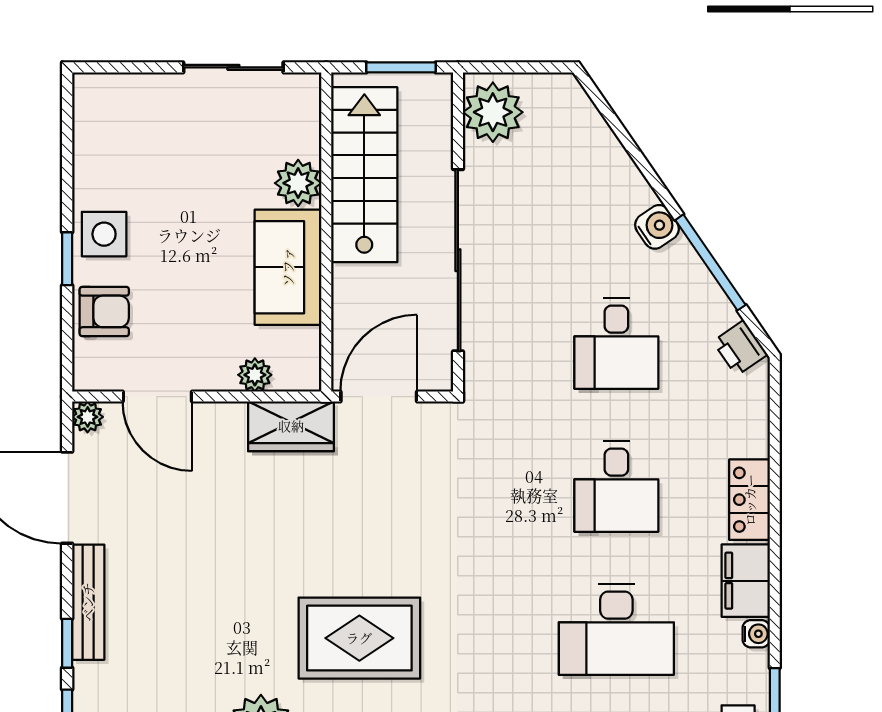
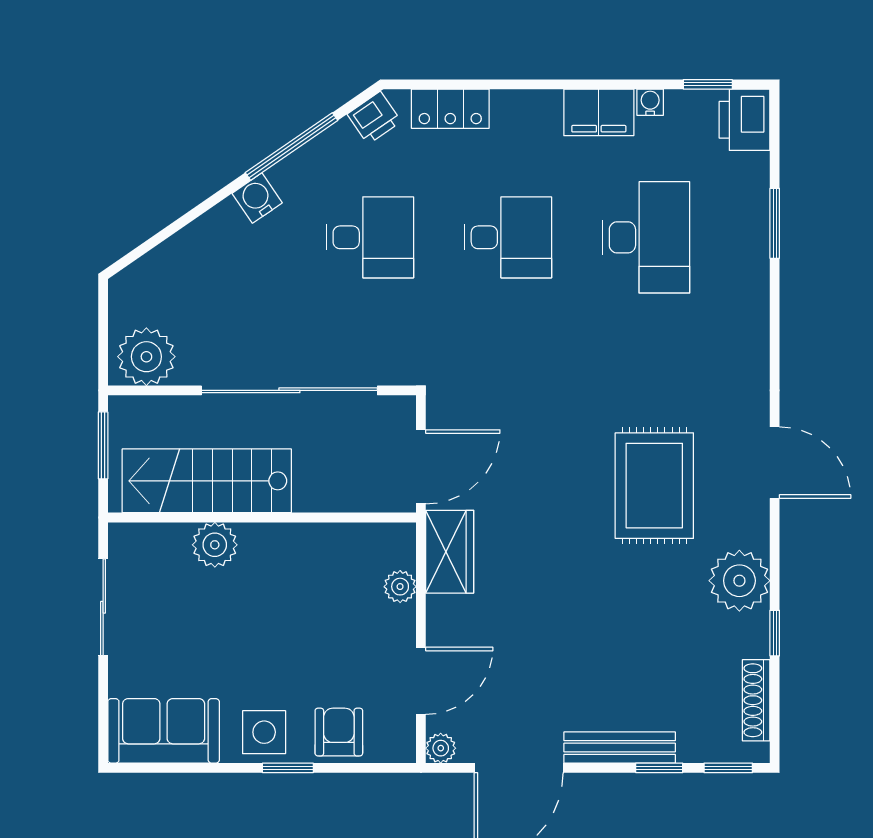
sofa: (288, 267) -> (164, 731), moved, turned 180
door: (379, 397) -> (421, 467), swing flipped
locker: (750, 500) -> (450, 109), moved

